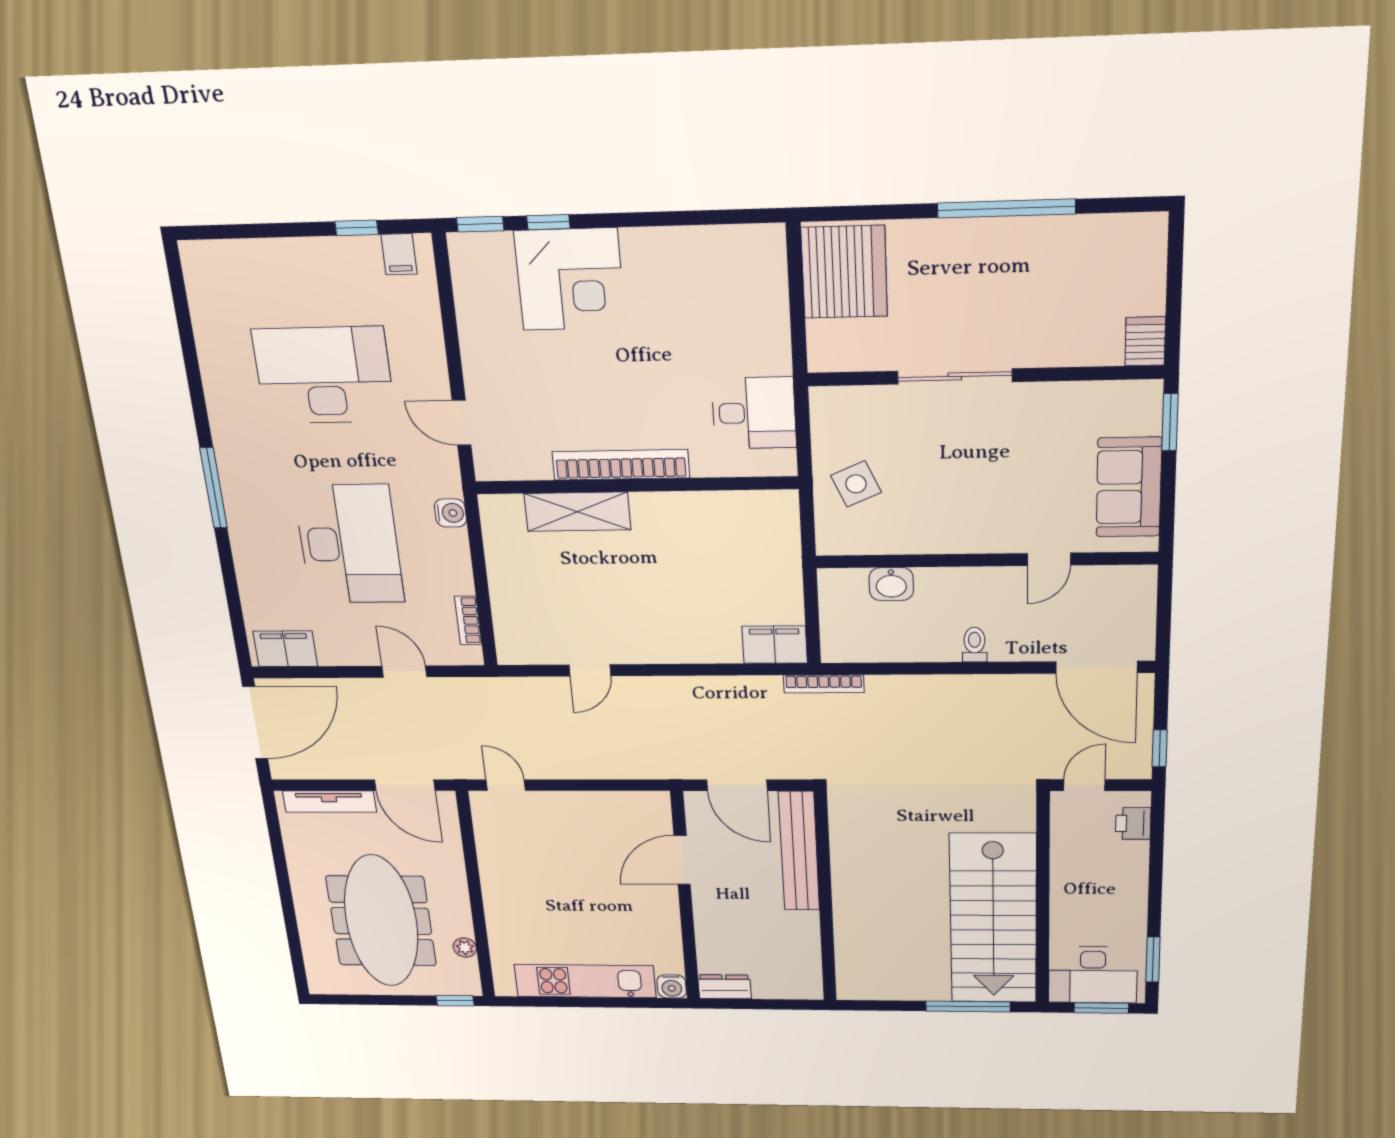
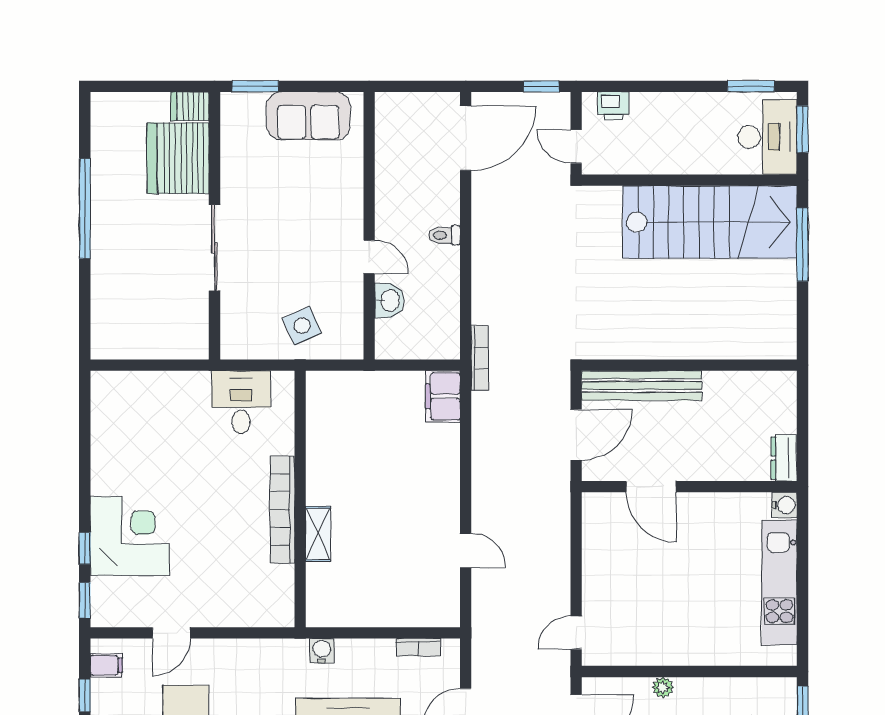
server rack: (844, 272) -> (178, 158), moved, turned -90
door: (462, 423) -> (171, 633), moved
shelving: (577, 512) -> (318, 534), width x0.67, depth x0.75
door: (1049, 559) -> (369, 257), moved
plant: (465, 948) -> (663, 687), moved

